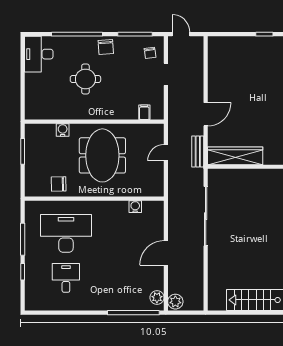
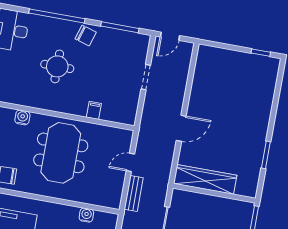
door: (181, 34) -> (170, 36), swing flipped
chair: (106, 47) -> (86, 35), turned -69
chair: (150, 53) -> (133, 51), removed
filing cabinet: (144, 112) -> (94, 110), moved
bench: (198, 152) -> (134, 194), moved

